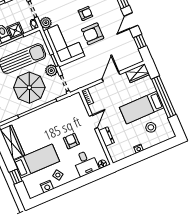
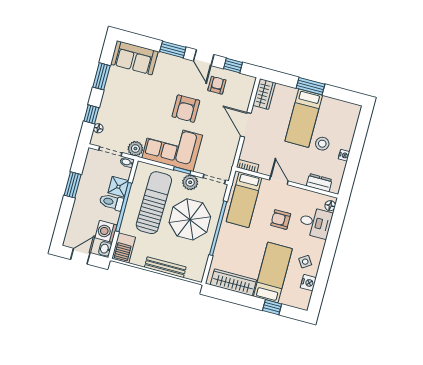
armchair: (85, 13) -> (217, 85), moved
window: (164, 97) -> (310, 86), width x0.47
bed: (66, 110) -> (244, 200), added
stool: (151, 127) -> (322, 144), moved
dresser: (106, 137) -> (319, 183), moved

